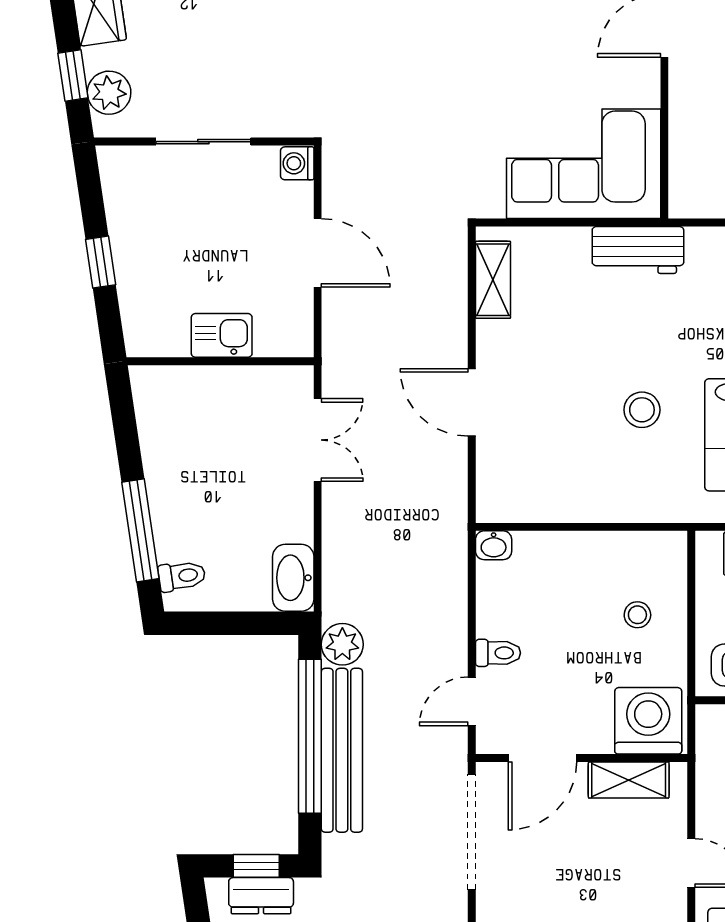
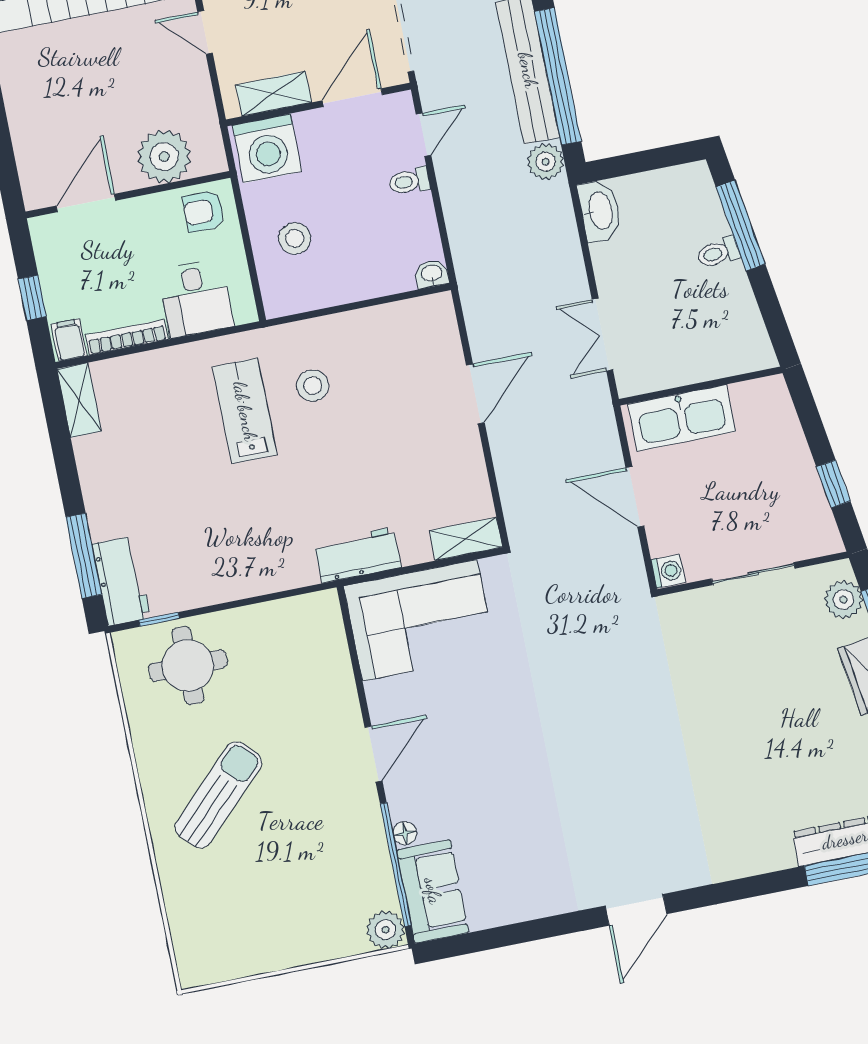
window: (101, 262) -> (833, 484), moved
shelving: (493, 280) -> (466, 539), moved, turned 90
kitchen sink: (222, 335) -> (682, 418), width x1.88, depth x1.24
door: (472, 402) -> (475, 394), hinge flipped
stool: (642, 410) -> (313, 386), moved
toilet: (182, 576) -> (718, 253), moved
stool: (637, 615) -> (295, 238), width x1.37, depth x1.37

